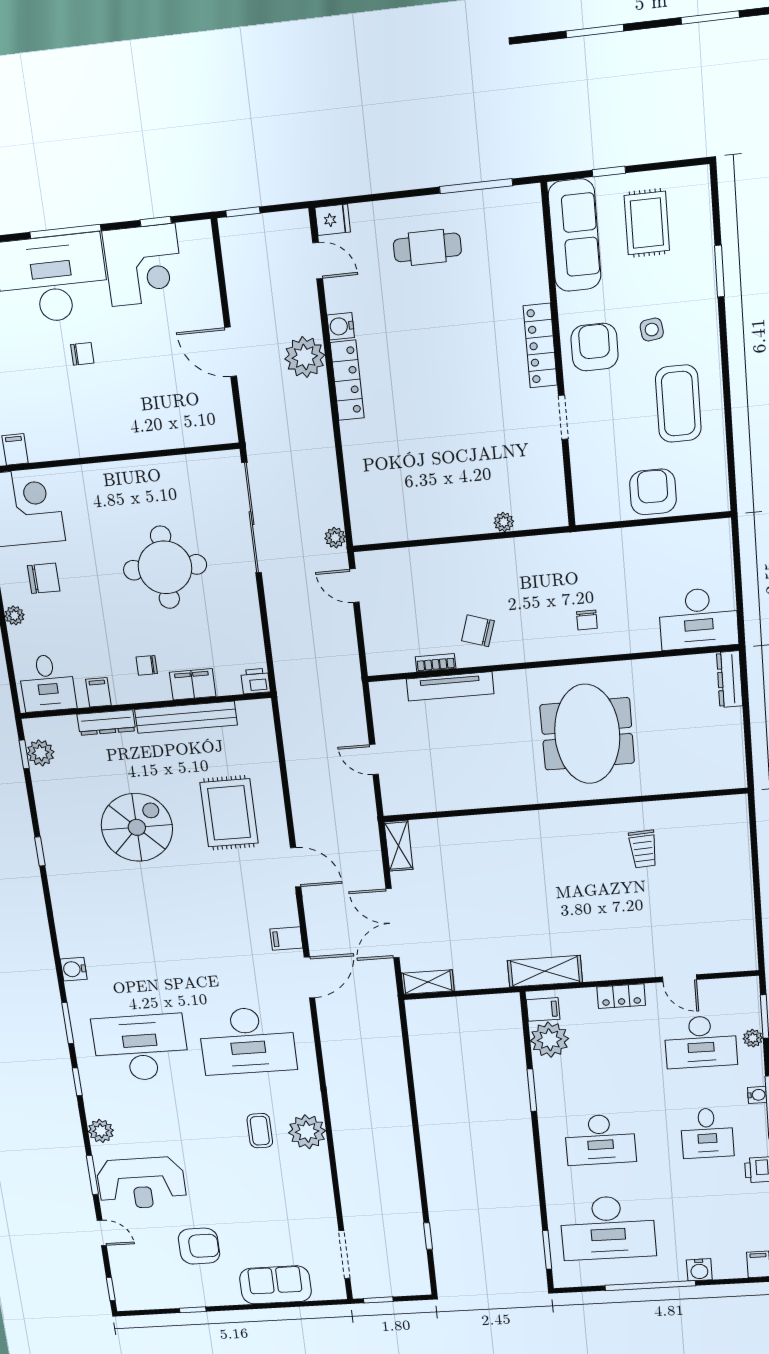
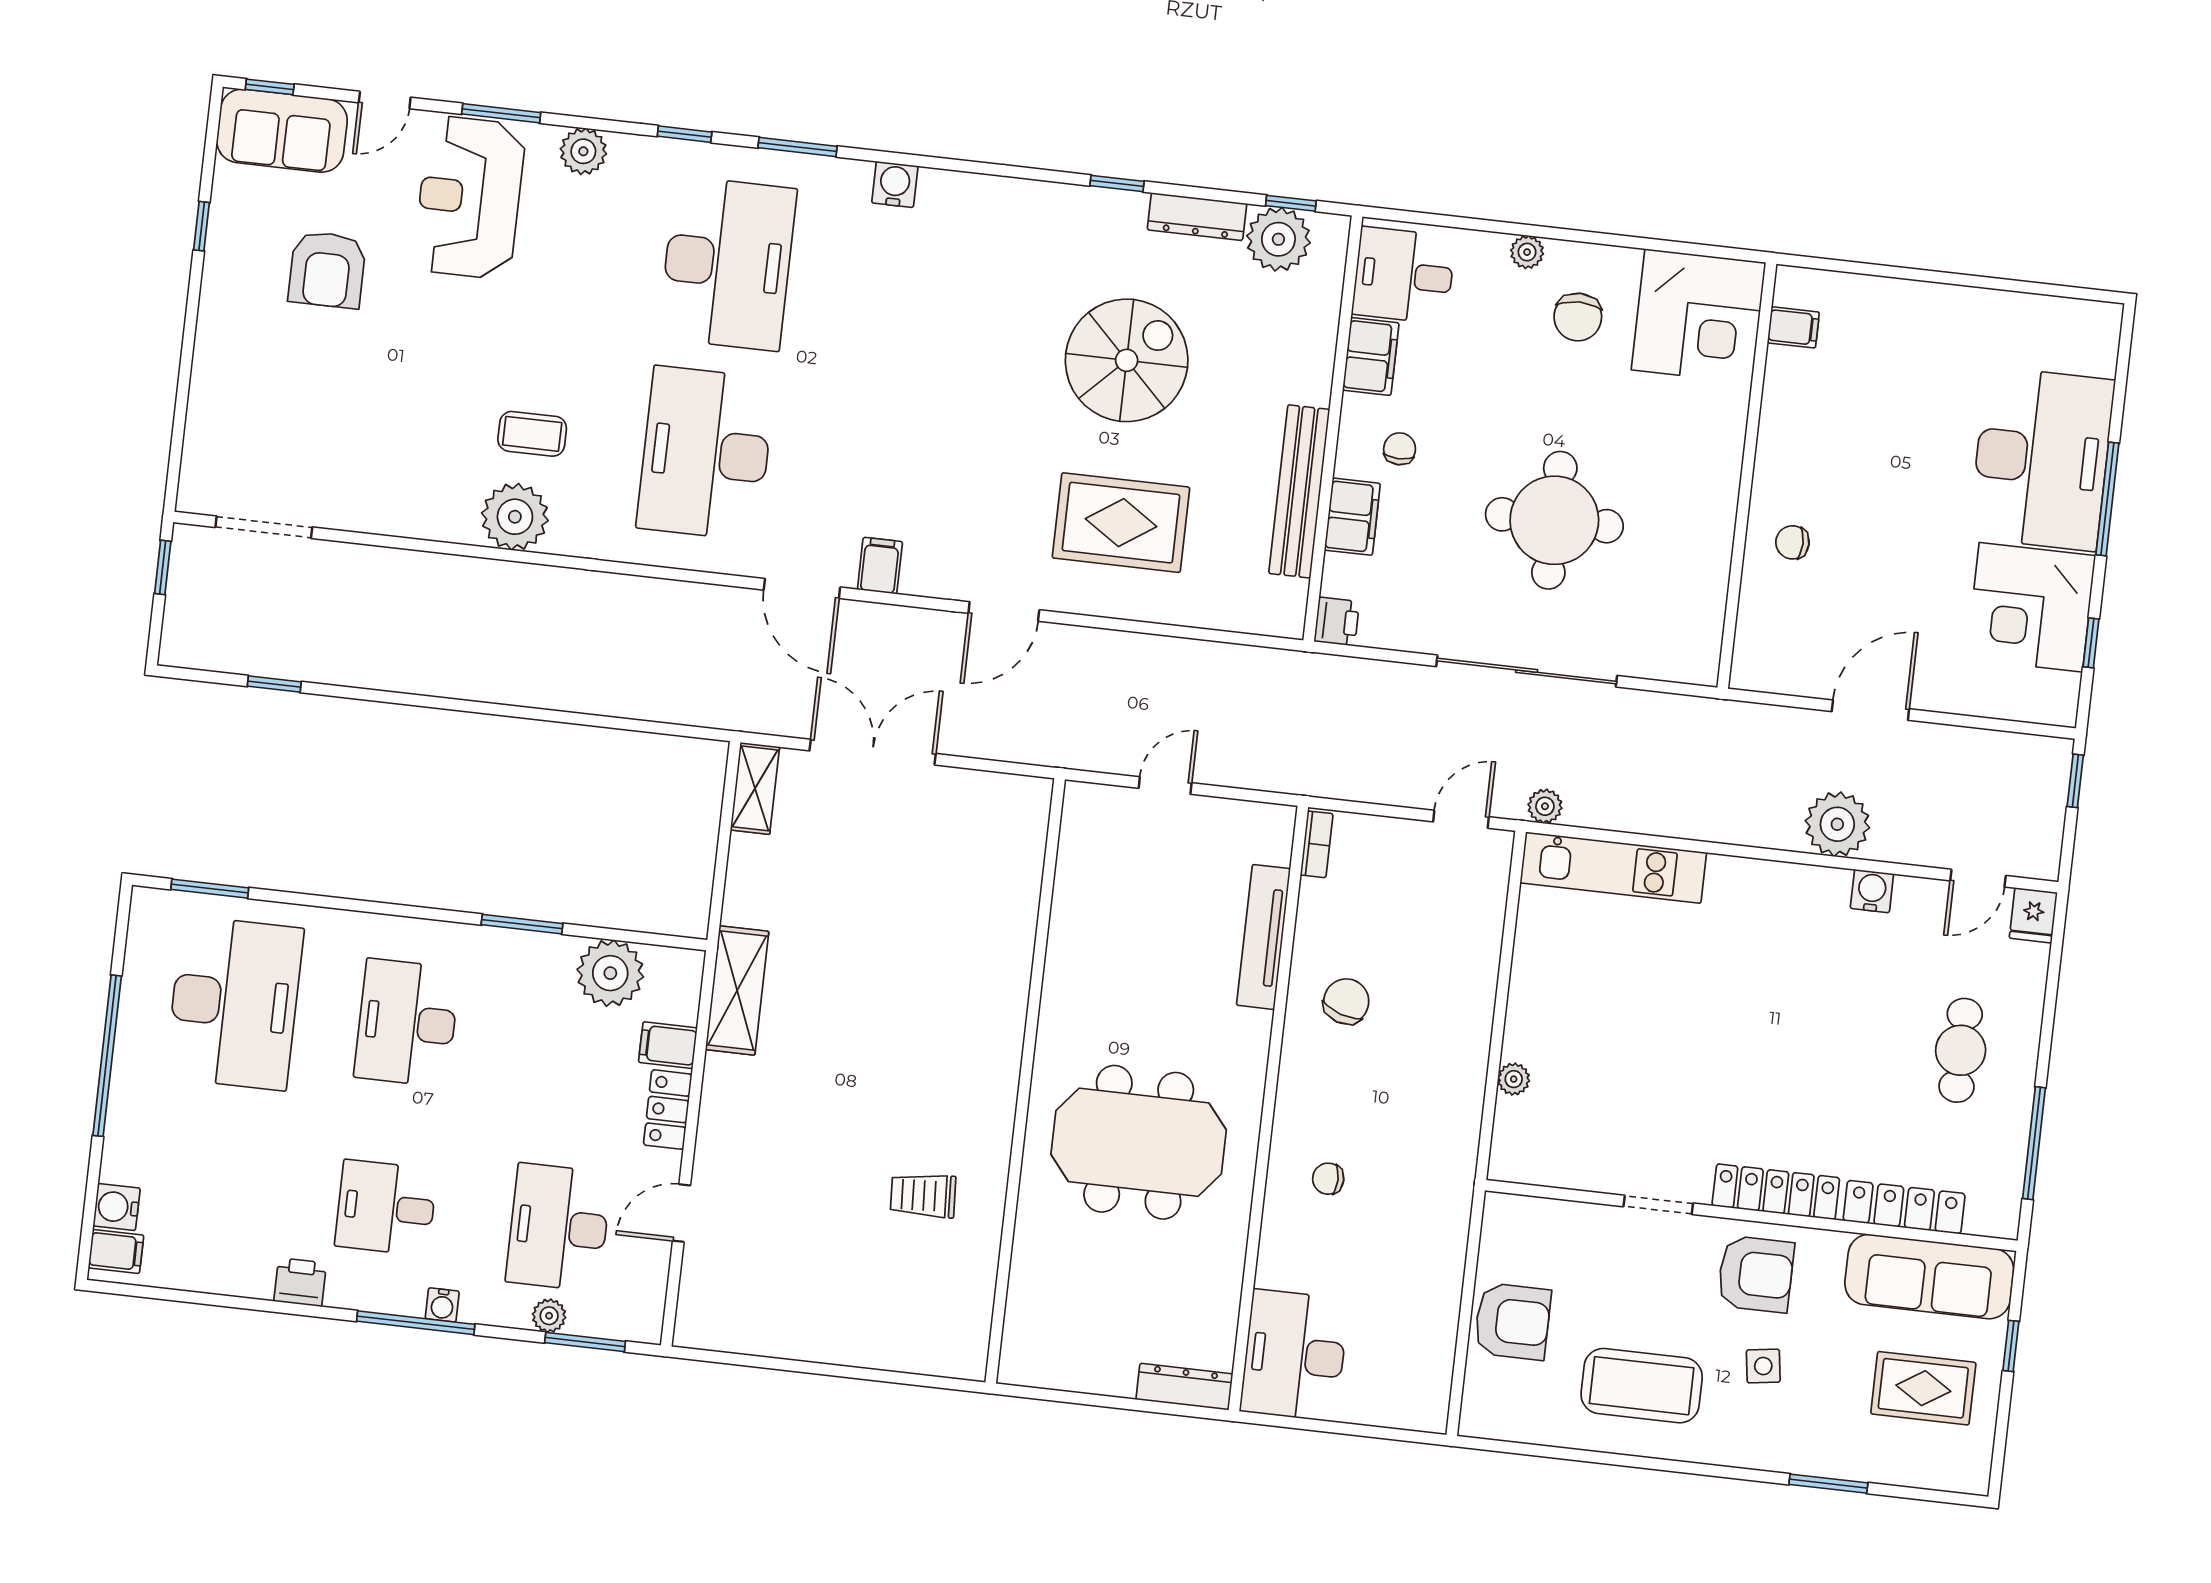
chair: (82, 354) -> (1792, 542), moved, turned 90
locker: (347, 380) -> (1904, 1207), moved, turned 180
kitchen unit: (363, 489) -> (1613, 868), added
sliding door: (252, 518) -> (1527, 671), moved
bookcase: (436, 663) -> (1317, 844), moved
filing cabinet: (98, 692) -> (1371, 356), width x2.00
dresser: (106, 723) -> (1197, 217), moved, turned -90
plant: (41, 753) -> (1278, 239), width x1.36, depth x1.36
spiral stairs: (137, 827) -> (1127, 360), turned -90
shelving: (399, 846) -> (1008, 793), removed
filing cabinet: (543, 1009) -> (668, 1045), moved, turned 90
desk: (608, 1228) -> (234, 1003), turned 180
water cooler: (699, 1270) -> (117, 1207), moved
sofa: (275, 1285) -> (282, 131), moved, turned 90

